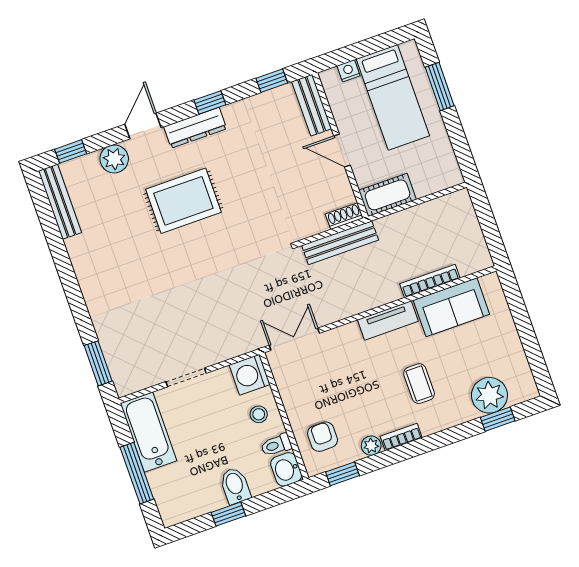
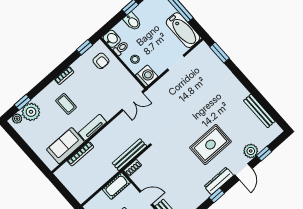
window: (71, 151) -> (264, 154), moved
bench: (60, 202) -> (259, 111), moved
plant: (371, 446) -> (17, 119), moved

